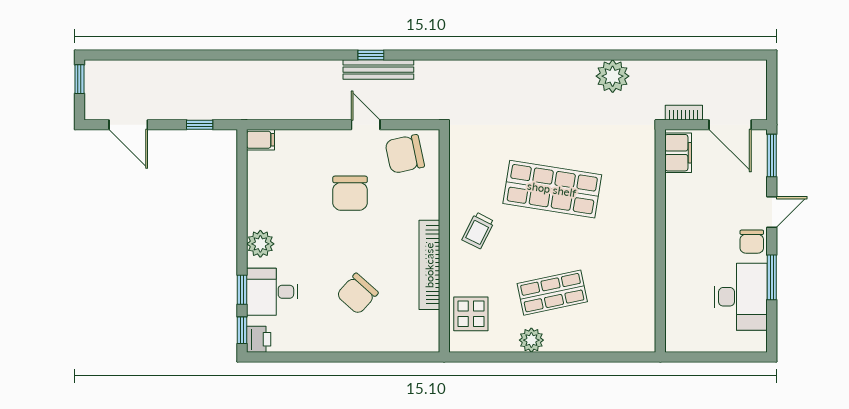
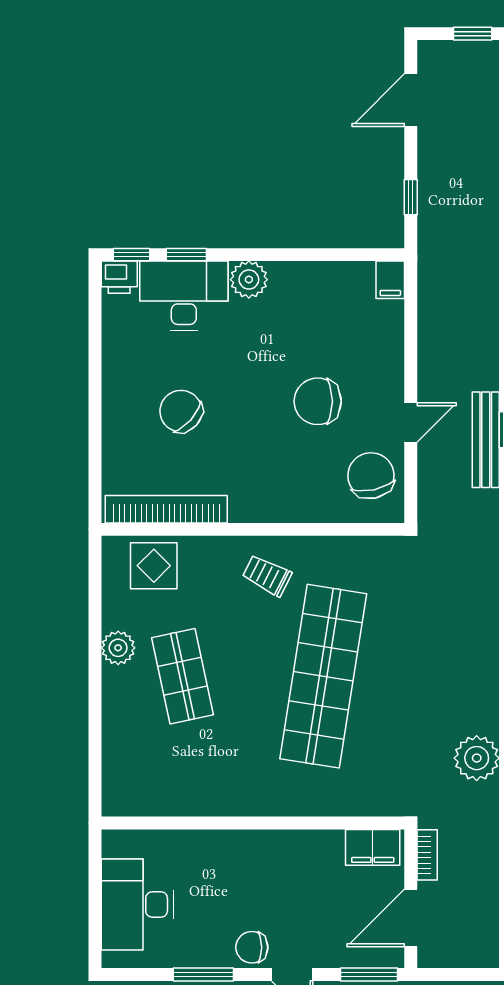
shop shelf: (552, 189) -> (323, 676), width x1.40
bookcase: (429, 265) -> (166, 509), moved
desk: (272, 292) -> (184, 296), width x1.37
desk: (741, 297) -> (137, 905), moved, turned 90

